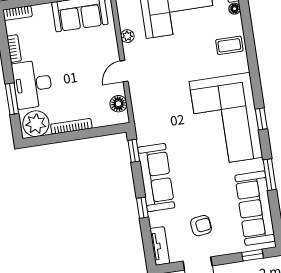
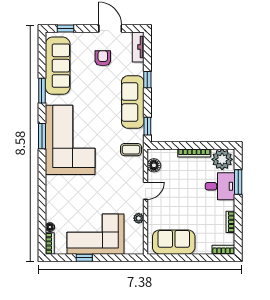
coffee table: (229, 45) -> (131, 150), moved
desk: (32, 84) -> (220, 186), width x0.73
window: (261, 119) -> (42, 136), width x1.50
armchair: (201, 226) -> (103, 58), turned 97

